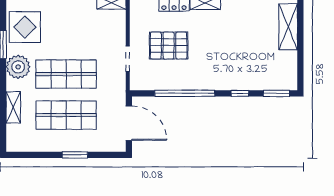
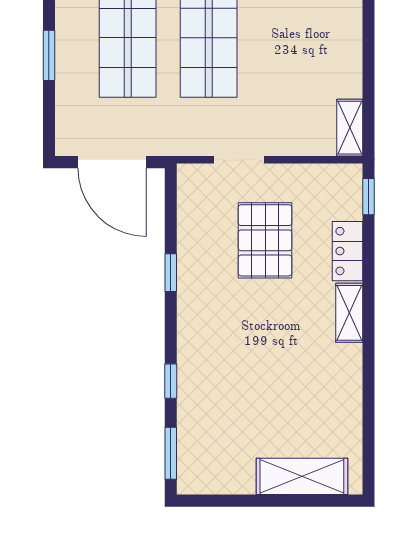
window: (185, 93) -> (171, 273), width x0.32
door: (129, 123) -> (112, 162), hinge flipped

